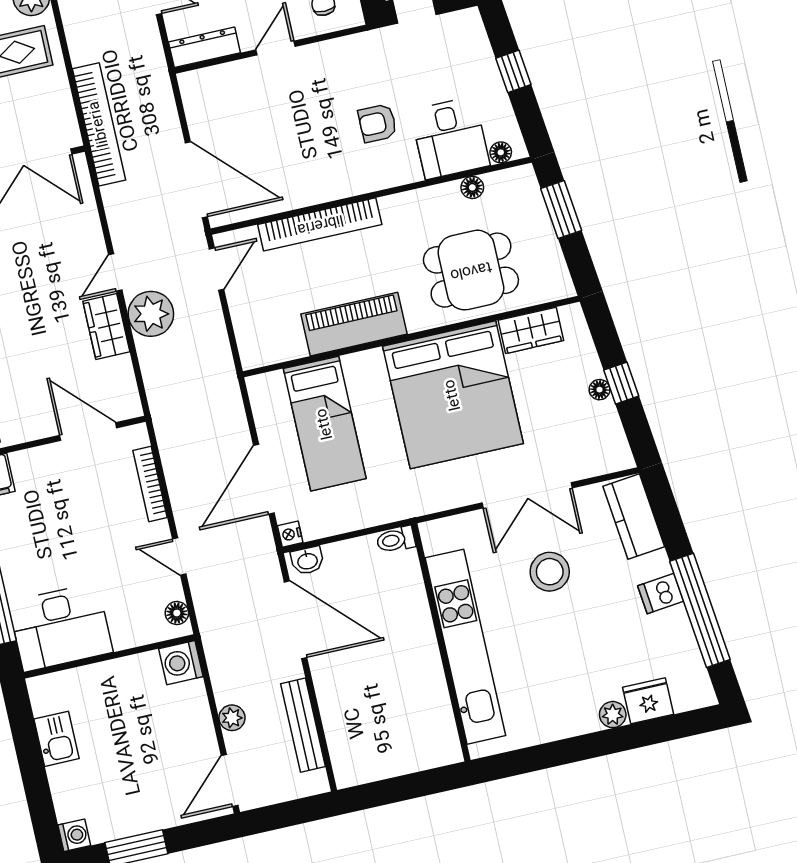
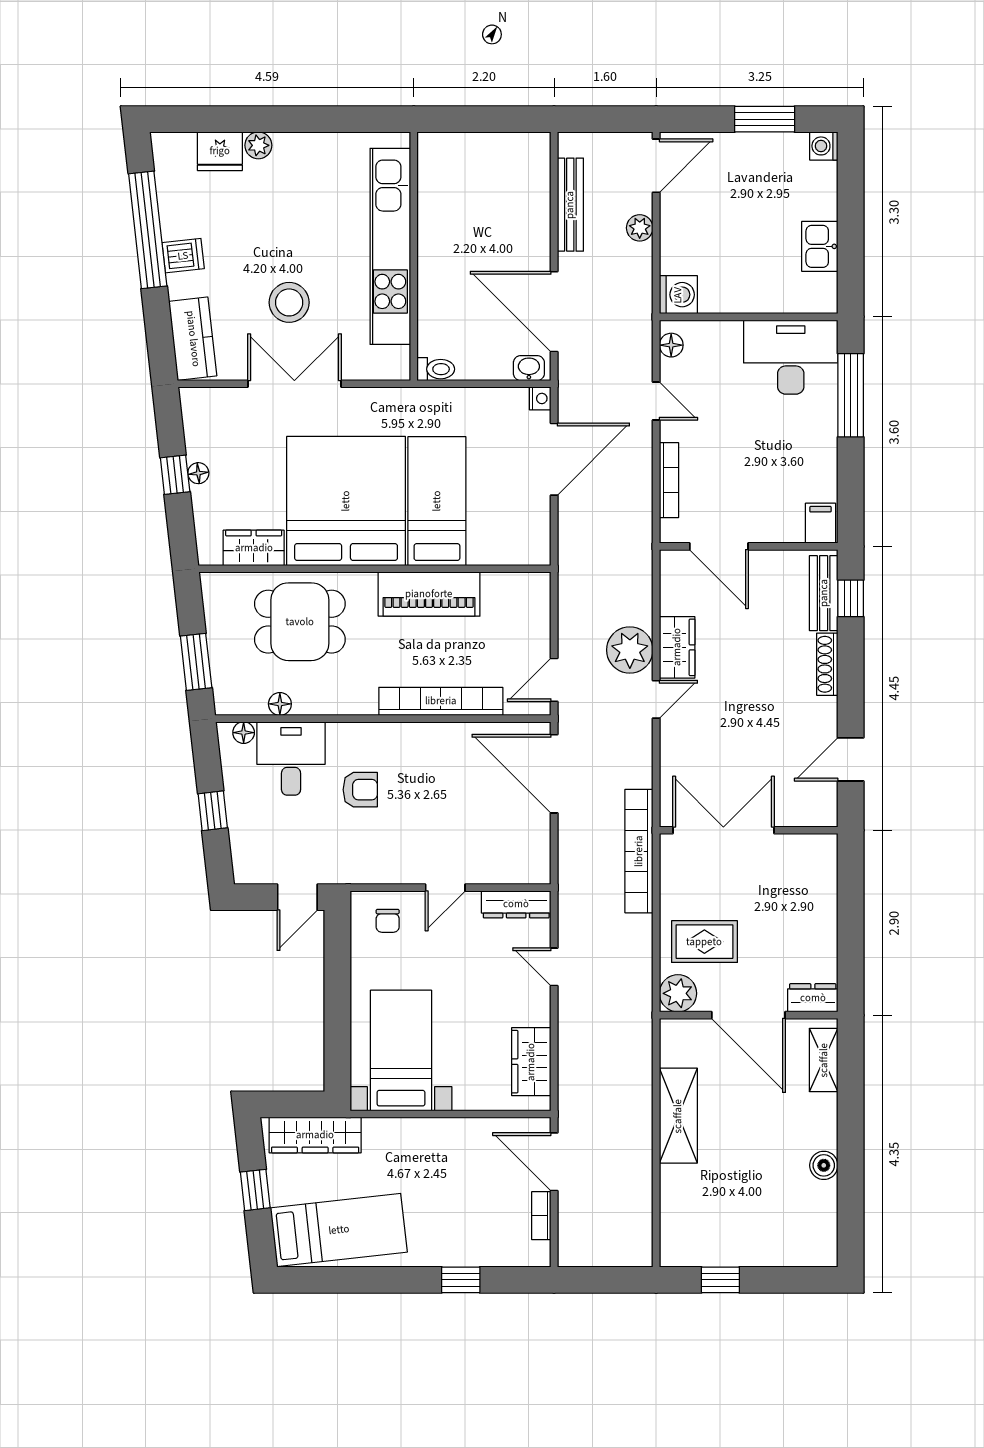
bed: (325, 424) -> (437, 501), moved

